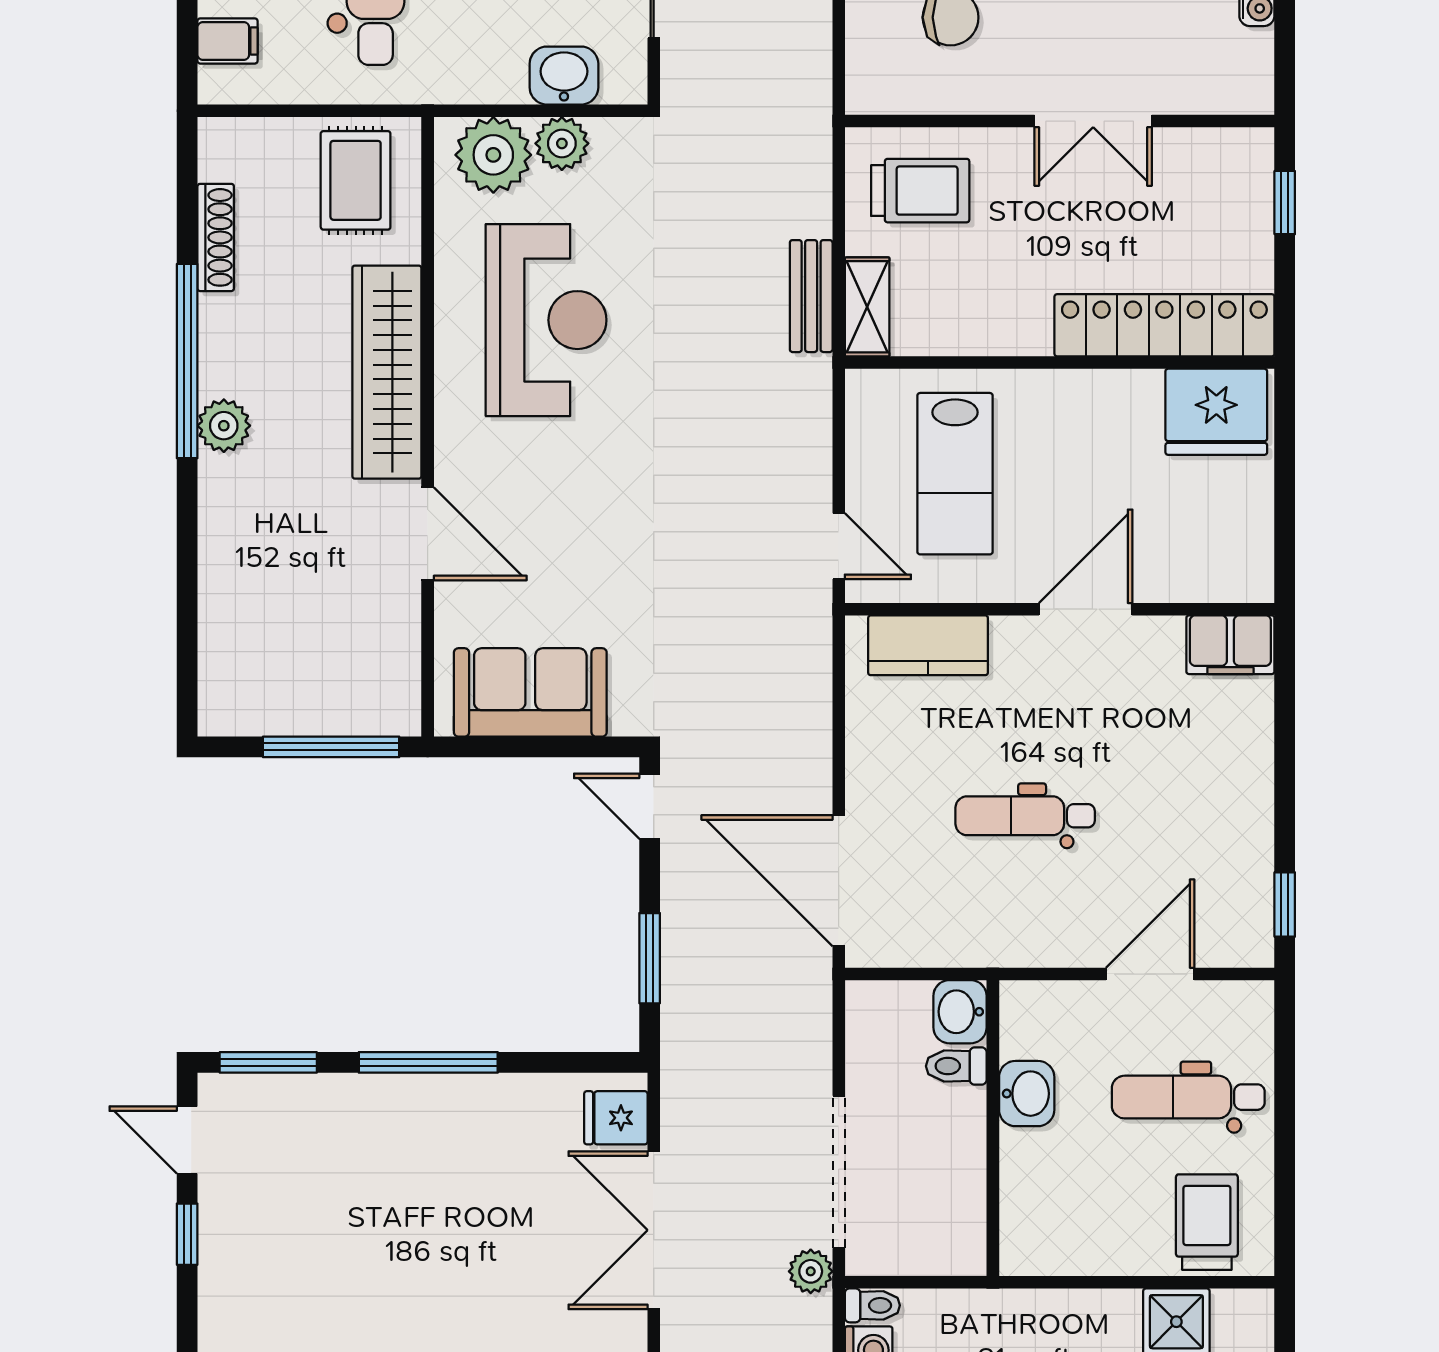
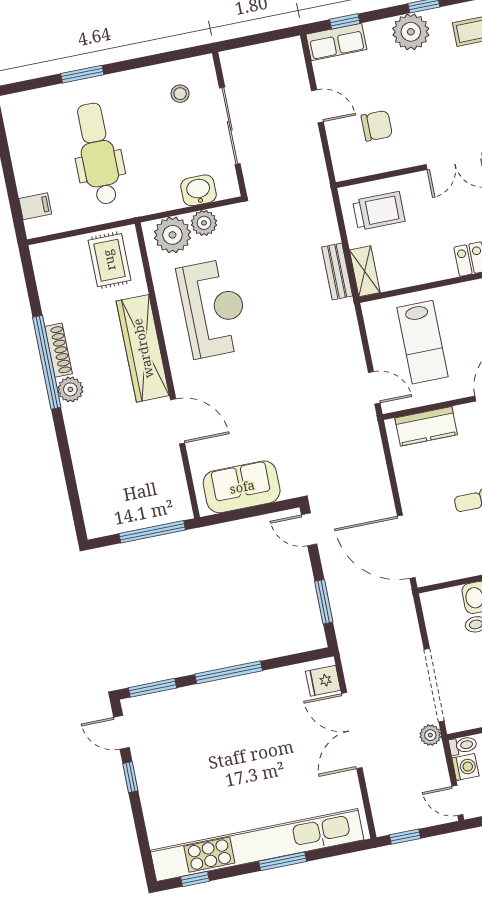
shoe rack: (216, 237) -> (58, 350), moved

